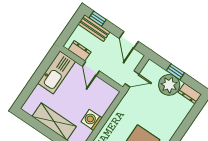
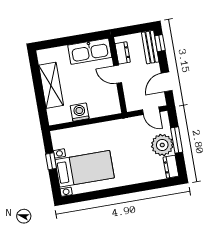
door: (91, 69) -> (118, 74), hinge flipped
window: (175, 72) -> (177, 140), width x1.50
door: (132, 79) -> (151, 111), moved

